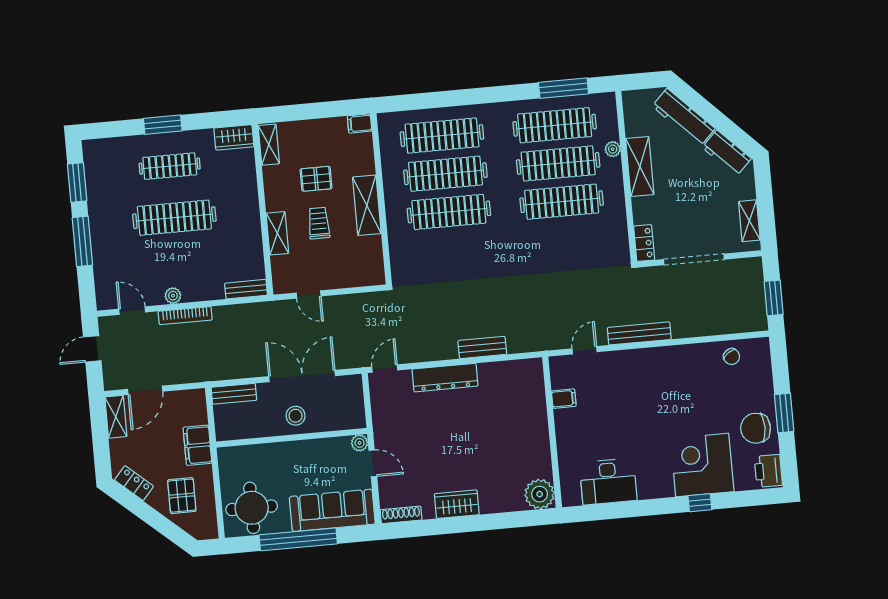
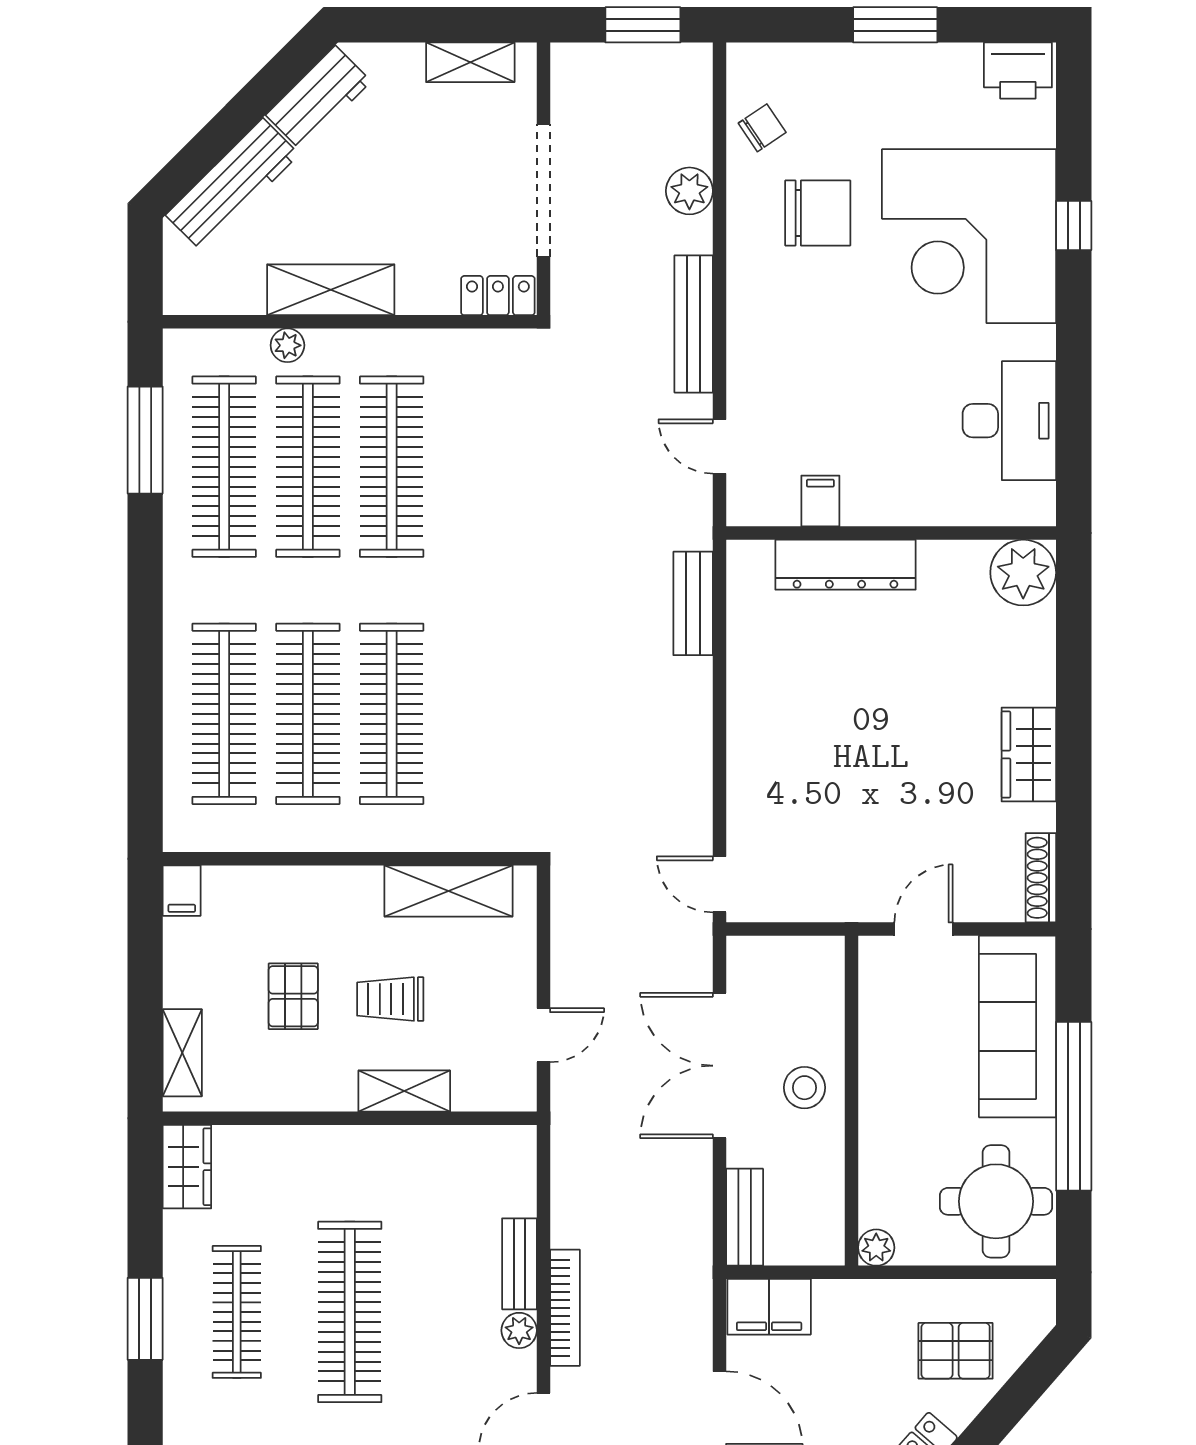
shelving: (269, 145) -> (182, 1053), moved, turned 90
shelving: (367, 205) -> (449, 891), moved
bench: (246, 289) -> (519, 1264), moved
plant: (700, 326) -> (689, 191), added
bench: (482, 347) -> (693, 603), moved
dresser: (445, 378) -> (845, 565), moved, turned 90
chair: (756, 428) -> (818, 213), moved, turned -90
plant: (360, 443) -> (876, 1248), moved
filing cabinet: (197, 445) -> (769, 1307), moved
corner desk: (702, 465) -> (969, 236), width x1.36, depth x1.36

